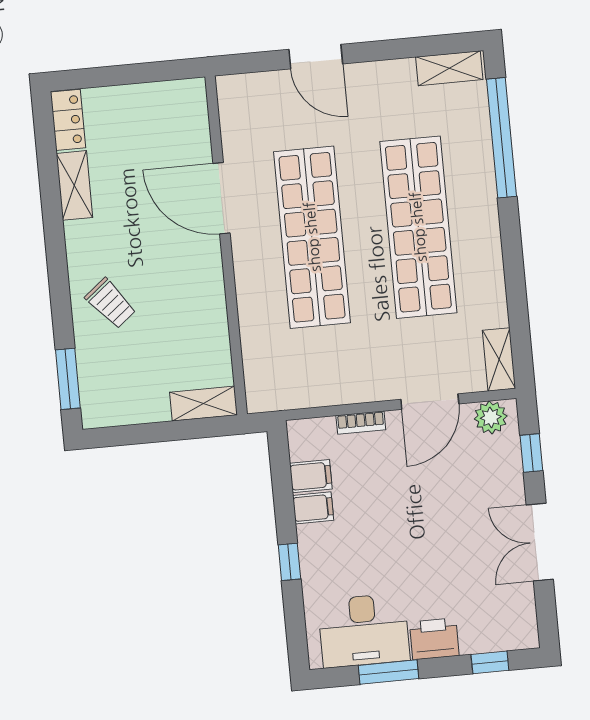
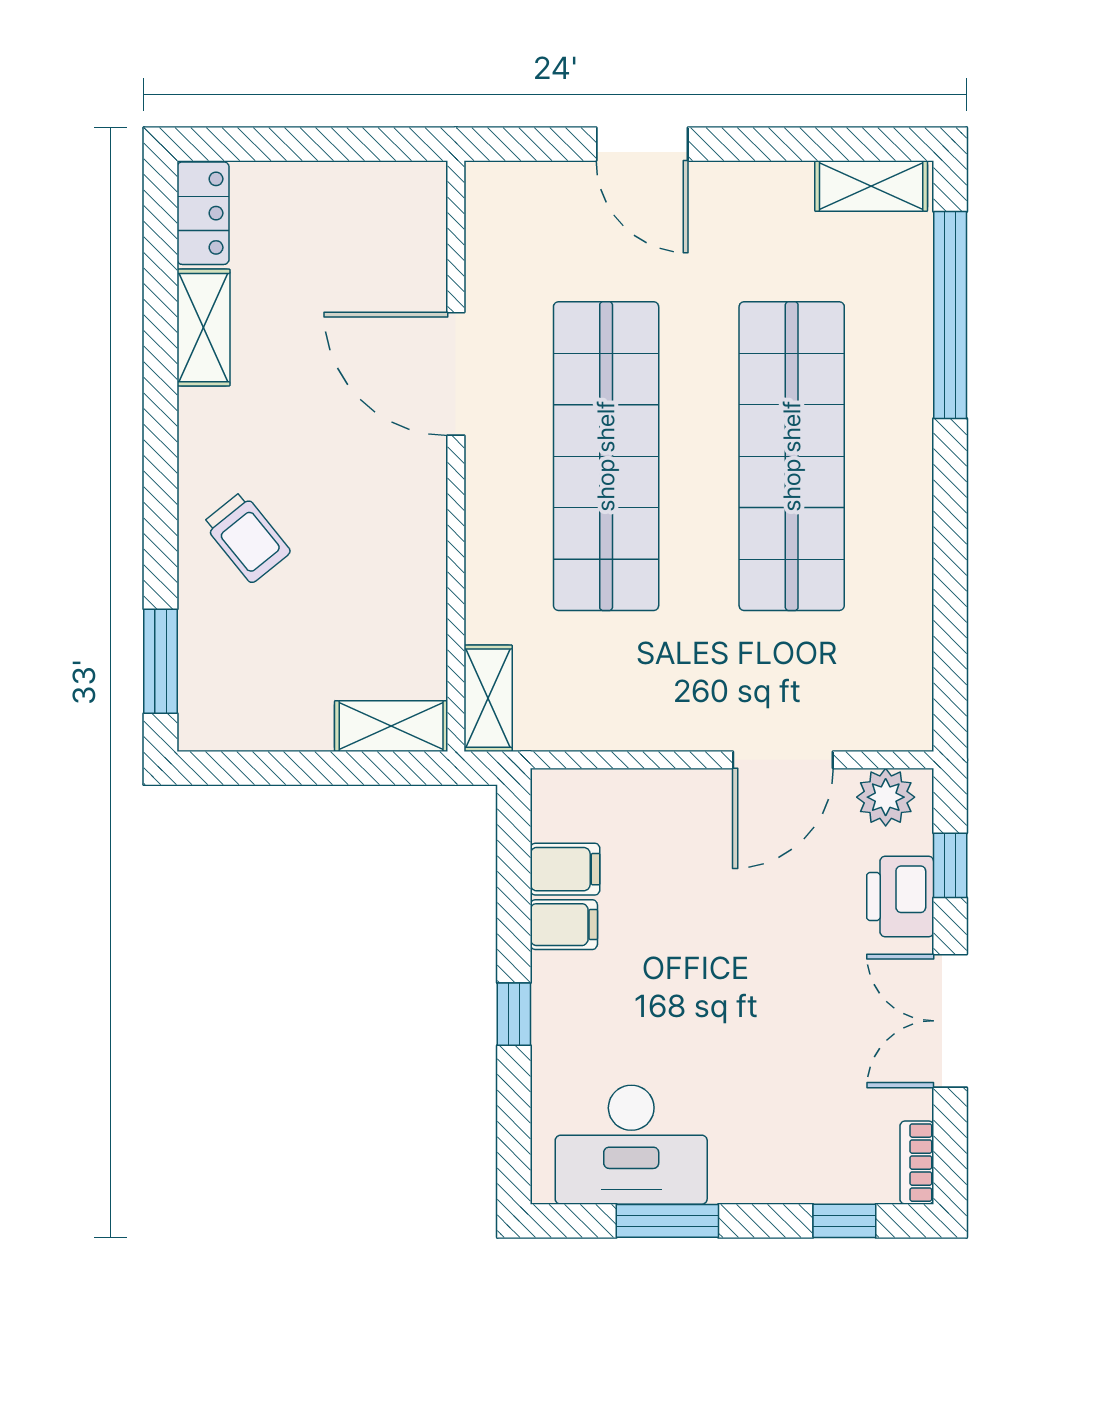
shelving: (499, 359) -> (488, 698), moved
bookcase: (361, 423) -> (917, 1163), moved, turned 90
printer: (434, 639) -> (900, 896), moved, turned -90

